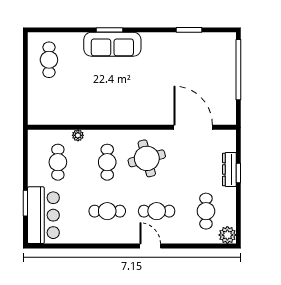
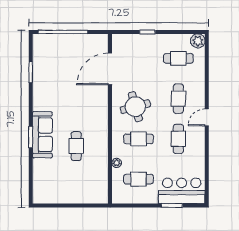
cafe table: (49, 60) -> (76, 146), moved, turned 90
dresser: (229, 170) -> (144, 39), removed
door: (150, 246) -> (207, 117), moved

